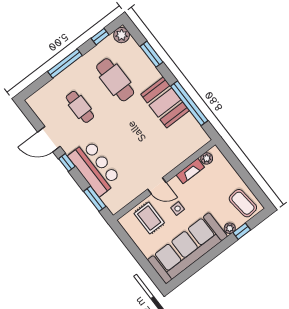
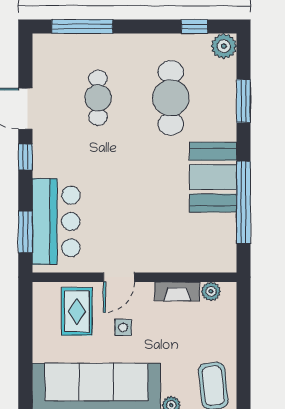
window: (65, 63) -> (82, 27), moved
bar counter: (95, 168) -> (56, 221), moved
door: (157, 186) -> (119, 277), hinge flipped

